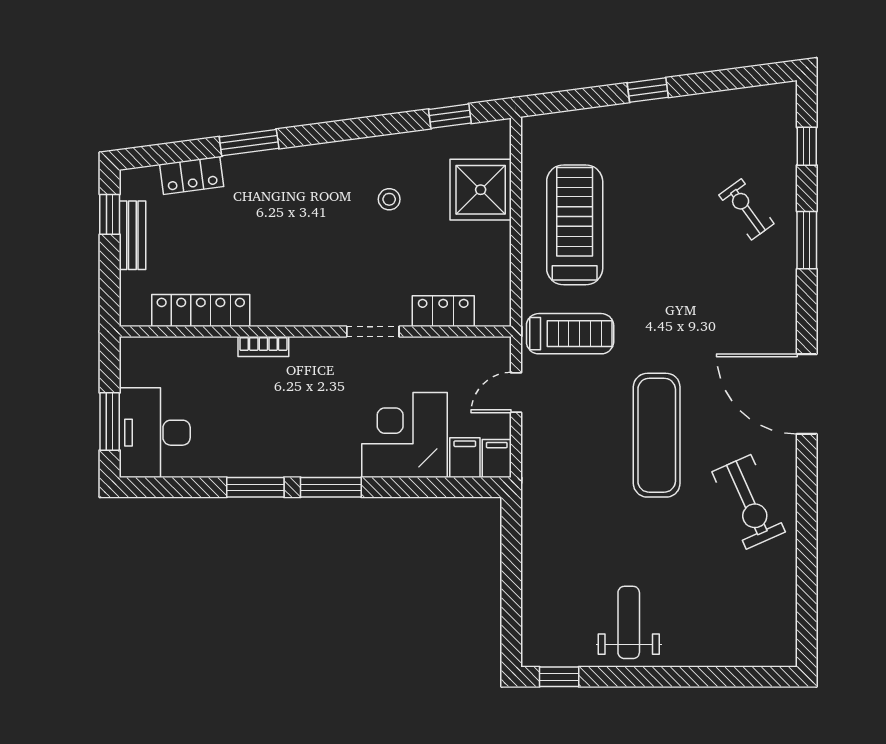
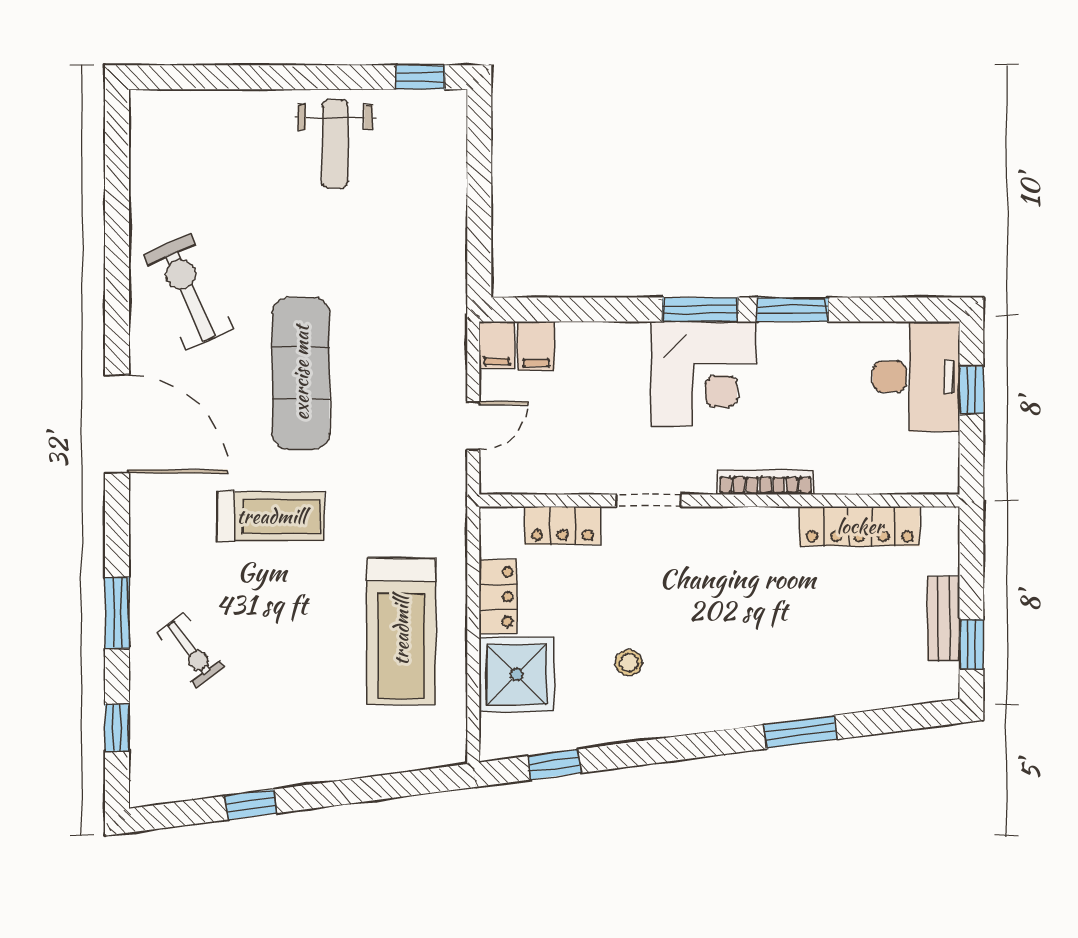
window: (648, 90) -> (251, 805), moved
locker: (192, 175) -> (498, 597), moved, turned 98
treadmill: (570, 334) -> (271, 516), moved, turned 180
bookcase: (263, 346) -> (766, 482), width x1.56
window: (110, 421) -> (971, 390), width x0.67
corner desk: (405, 435) -> (703, 374), moved

